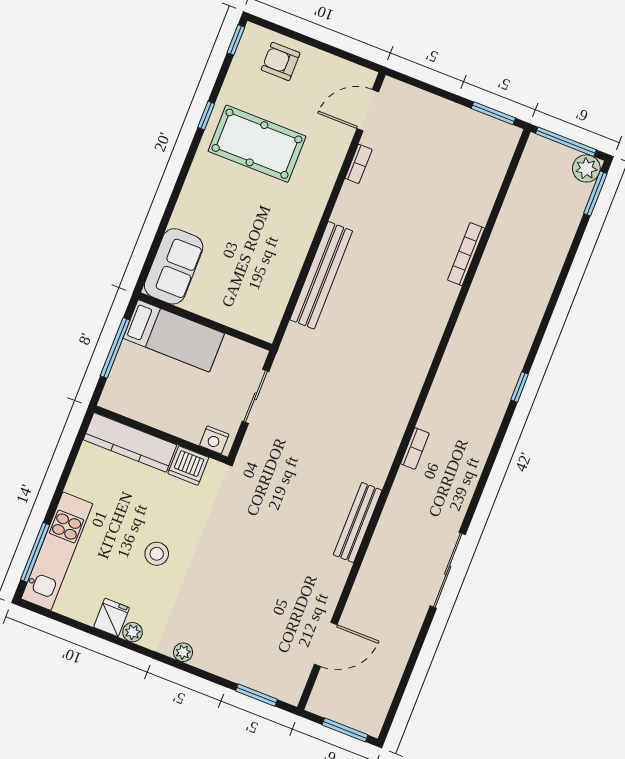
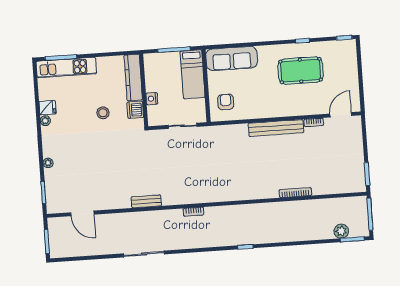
armchair: (281, 61) -> (226, 102), moved
door: (368, 110) -> (341, 115), hinge flipped
pool table: (257, 144) -> (301, 71), turned 90
plant: (586, 168) -> (341, 231), moved
sofa: (174, 266) -> (232, 58), width x1.36
bench: (321, 275) -> (276, 128), moved
nightstand: (214, 440) -> (152, 99), moved
bench: (358, 523) -> (146, 201), width x0.73
stool: (157, 554) -> (103, 113), moved
plant: (183, 652) -> (48, 163), moved

